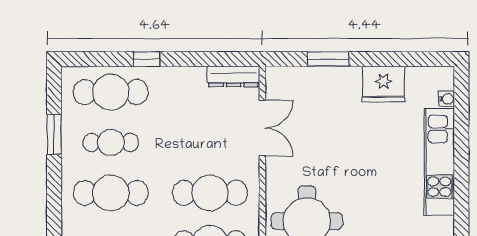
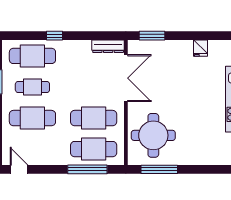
window: (328, 59) -> (152, 36), moved
fridge: (383, 84) -> (200, 48), width x0.53, depth x0.75
double door: (262, 128) -> (126, 78), width x1.37

